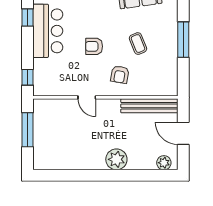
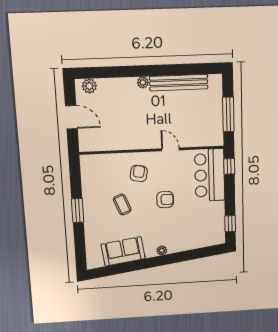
bar counter: (48, 31) -> (210, 175), moved
window: (183, 40) -> (78, 211), width x0.69
bench: (149, 106) -> (179, 83), moved
plant: (116, 159) -> (143, 82), width x0.53, depth x0.53

